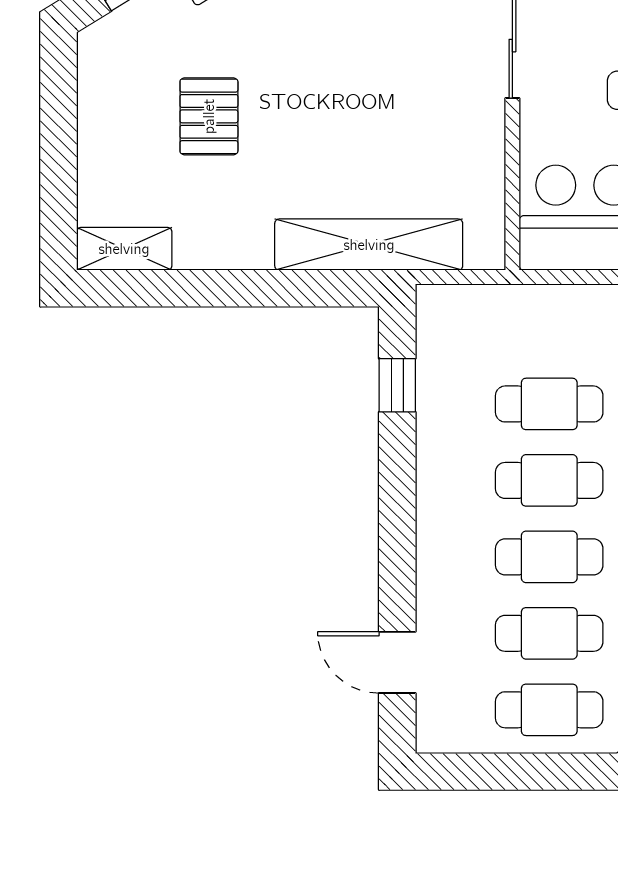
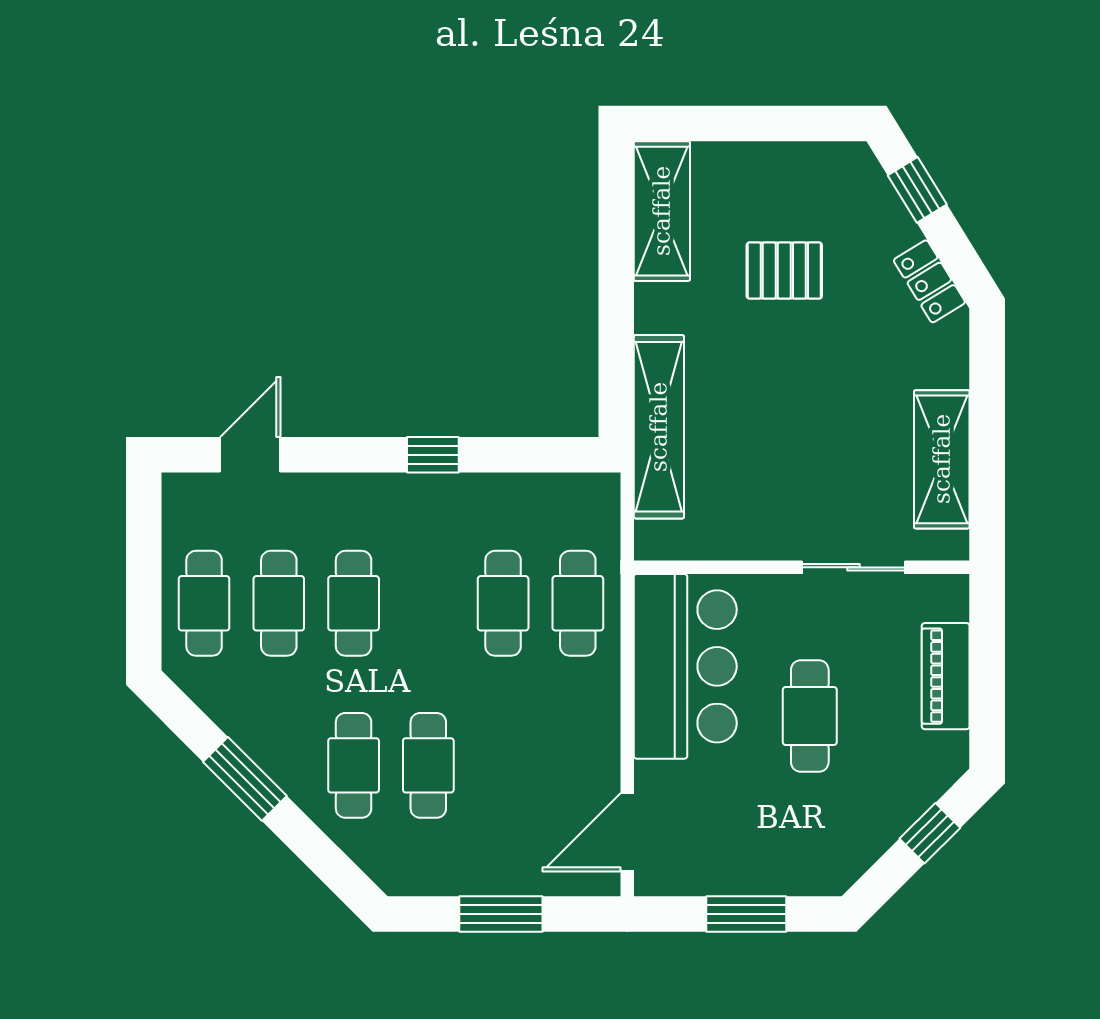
shelving: (124, 249) -> (662, 211), width x1.50, depth x1.33
window: (397, 385) -> (433, 455), moved
cafe table: (549, 480) -> (578, 603), moved

